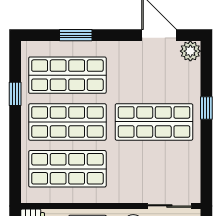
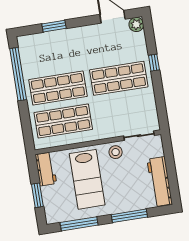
shop shelf: (67, 75) -> (53, 55), removed
window: (15, 94) -> (18, 74), width x3.17

